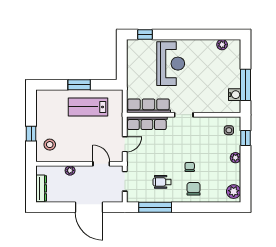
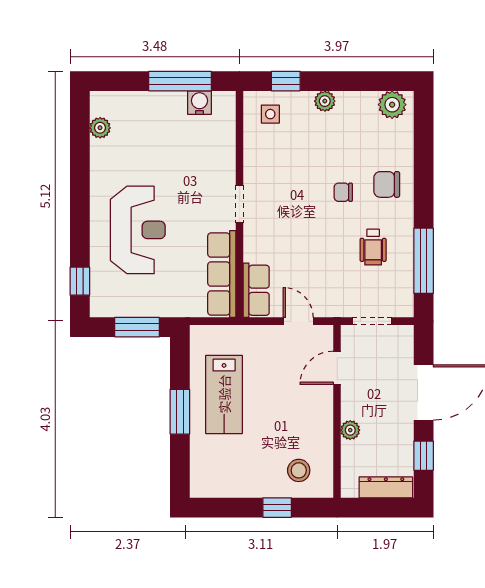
window: (122, 63) -> (137, 327), added
reception desk: (171, 64) -> (138, 230), turned 90
row of seats: (147, 123) -> (256, 290), width x0.68
window: (57, 207) -> (424, 456), added

